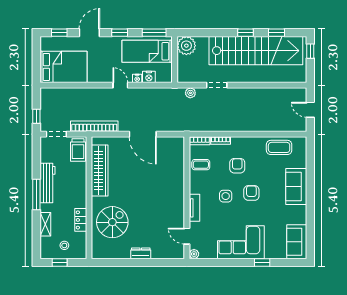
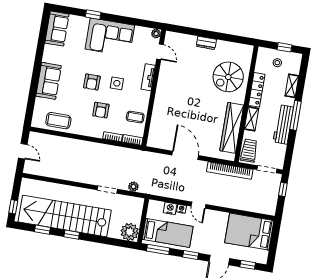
shelving: (81, 183) -> (251, 119), added
locker: (81, 220) -> (257, 90), width x1.53

